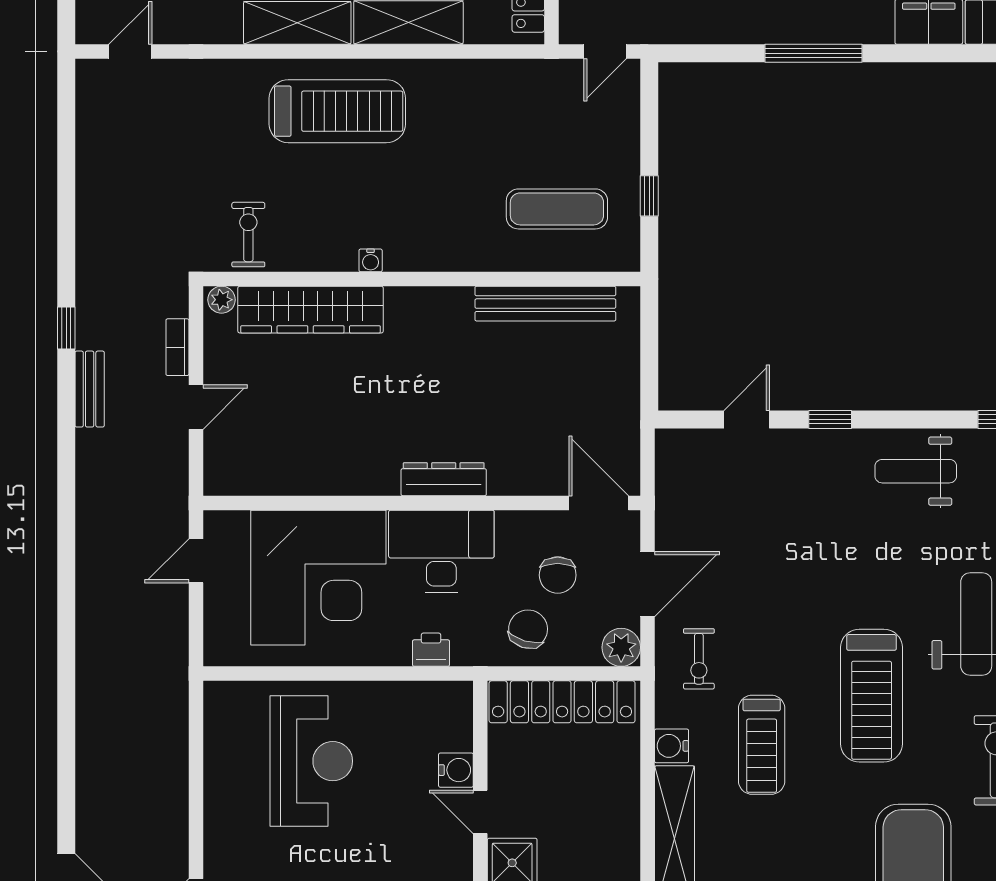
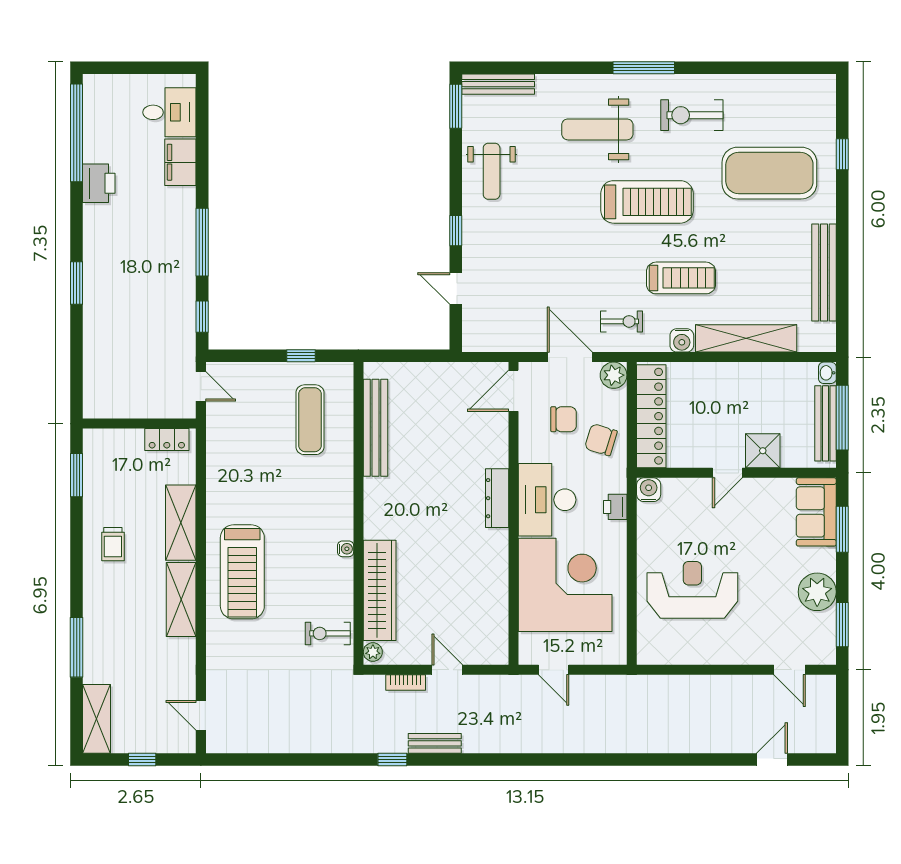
window: (706, 53) -> (202, 317), added
treadmill: (337, 111) -> (242, 572), turned 180
water cooler: (456, 770) -> (649, 490), moved

